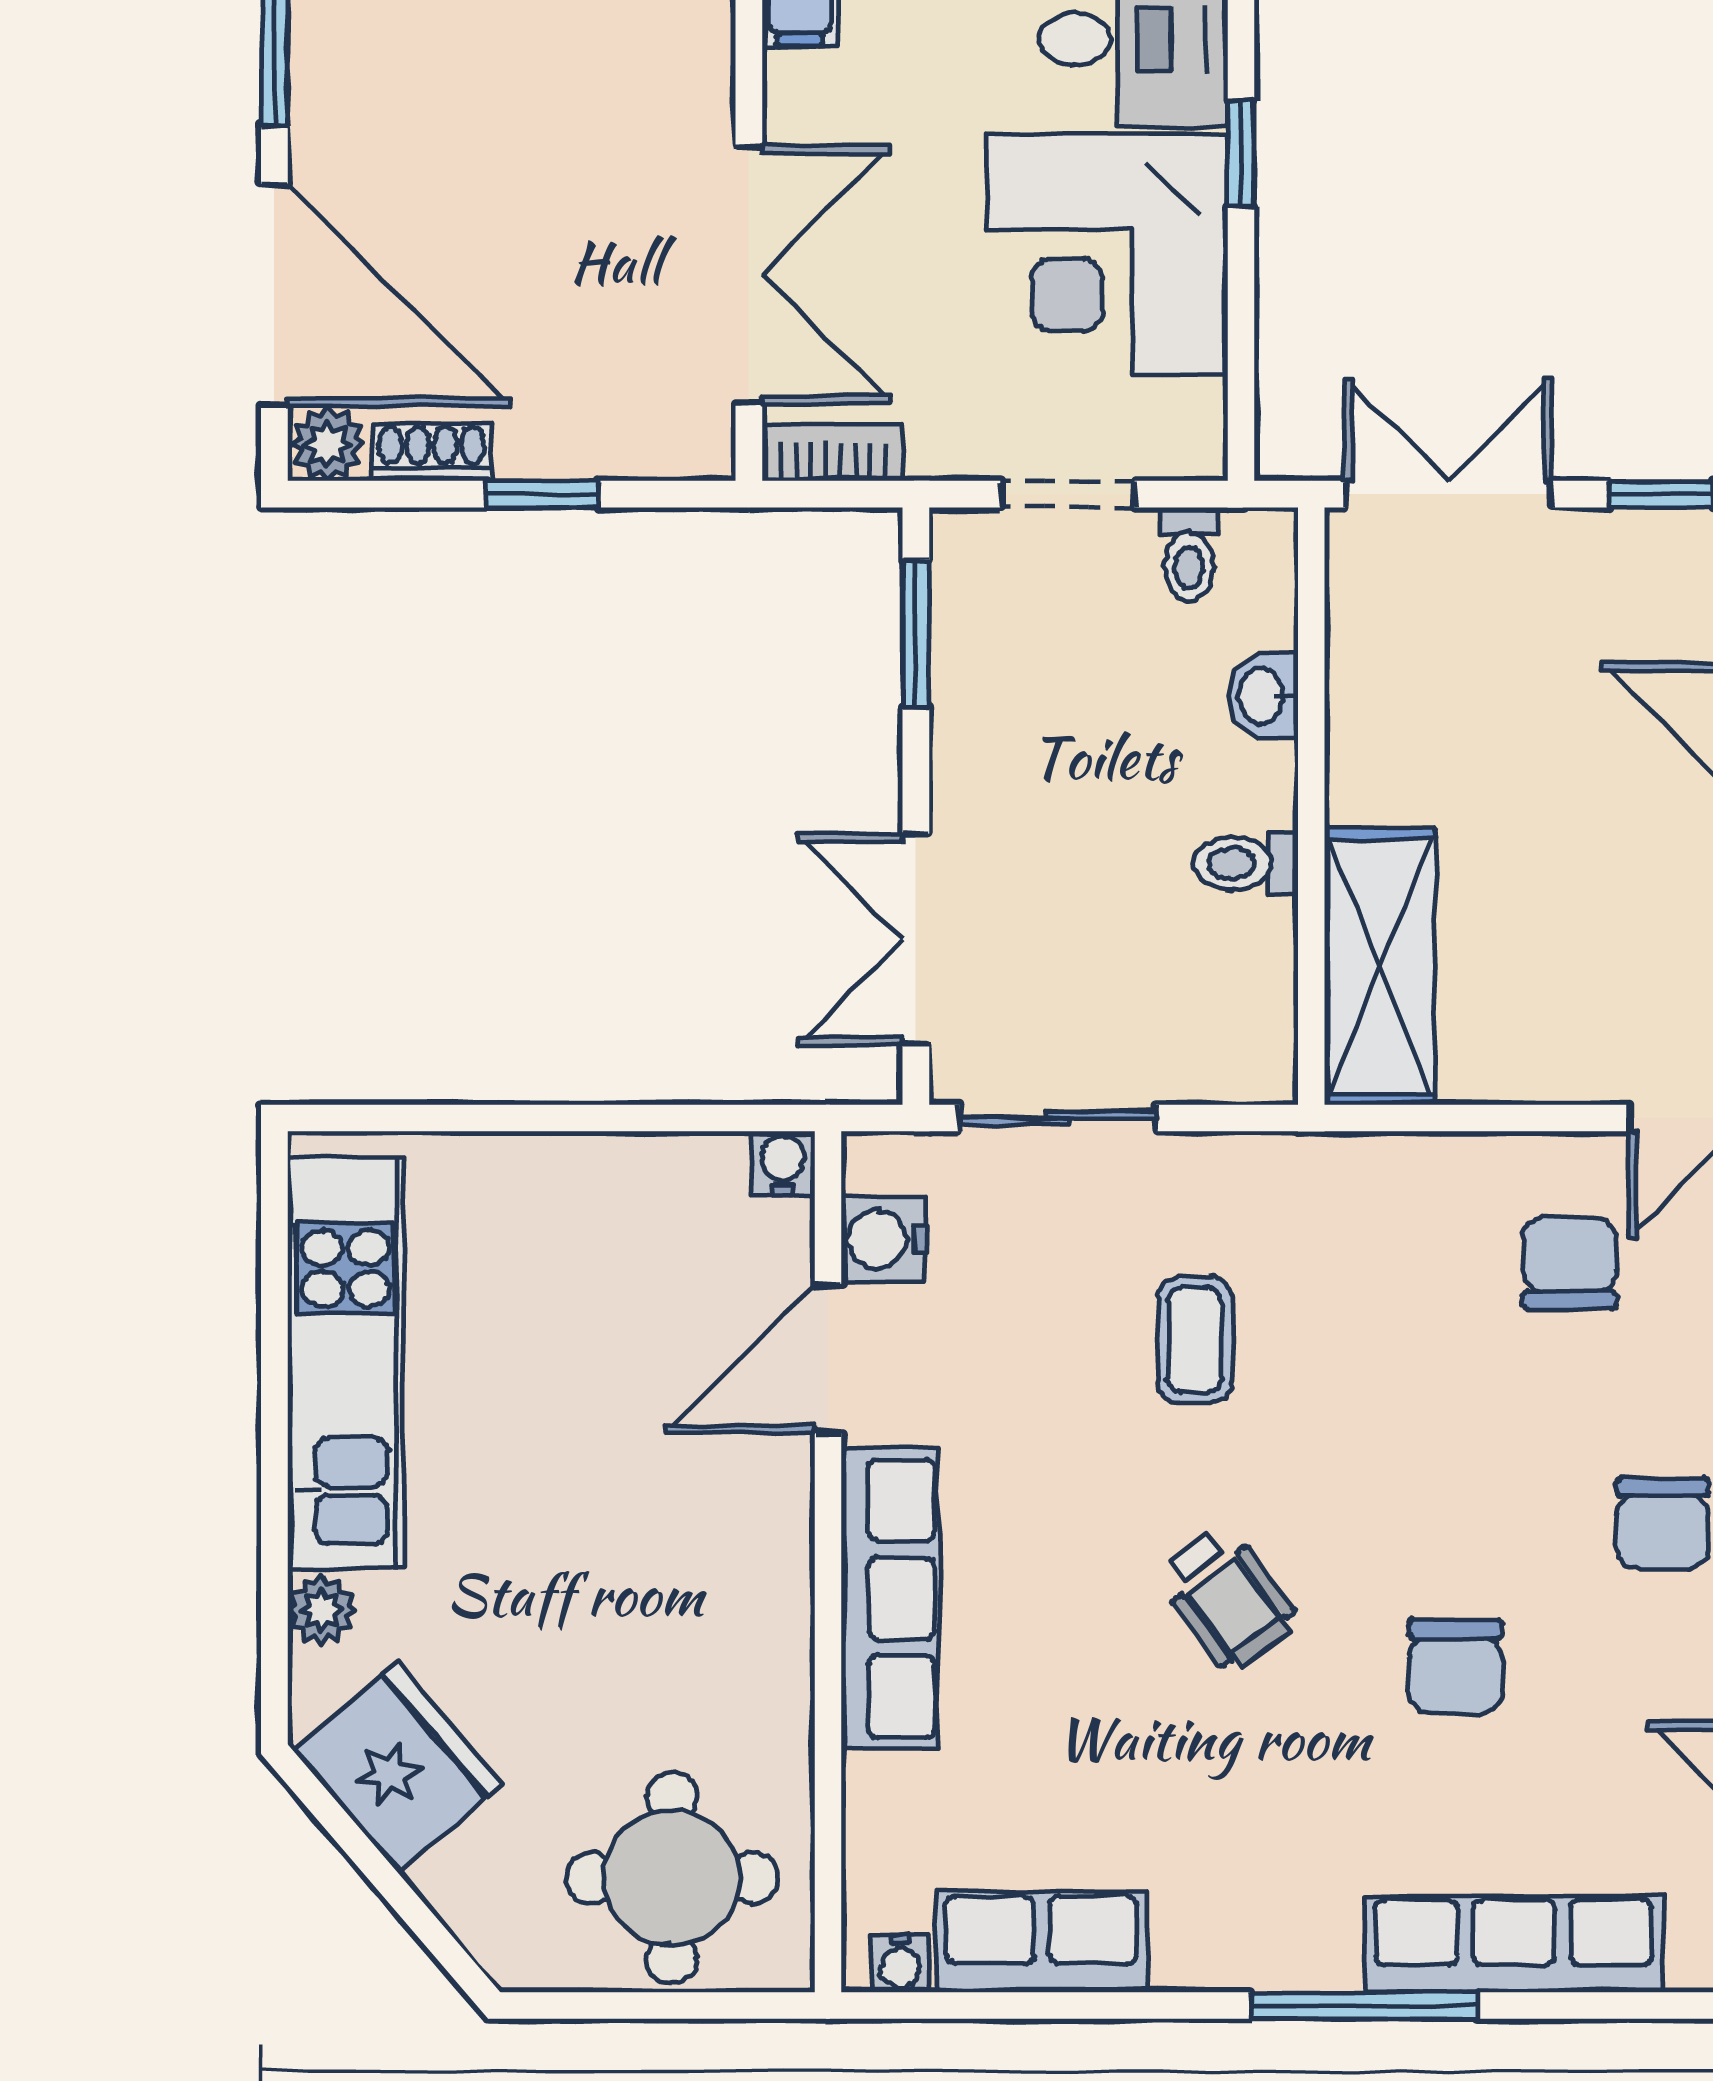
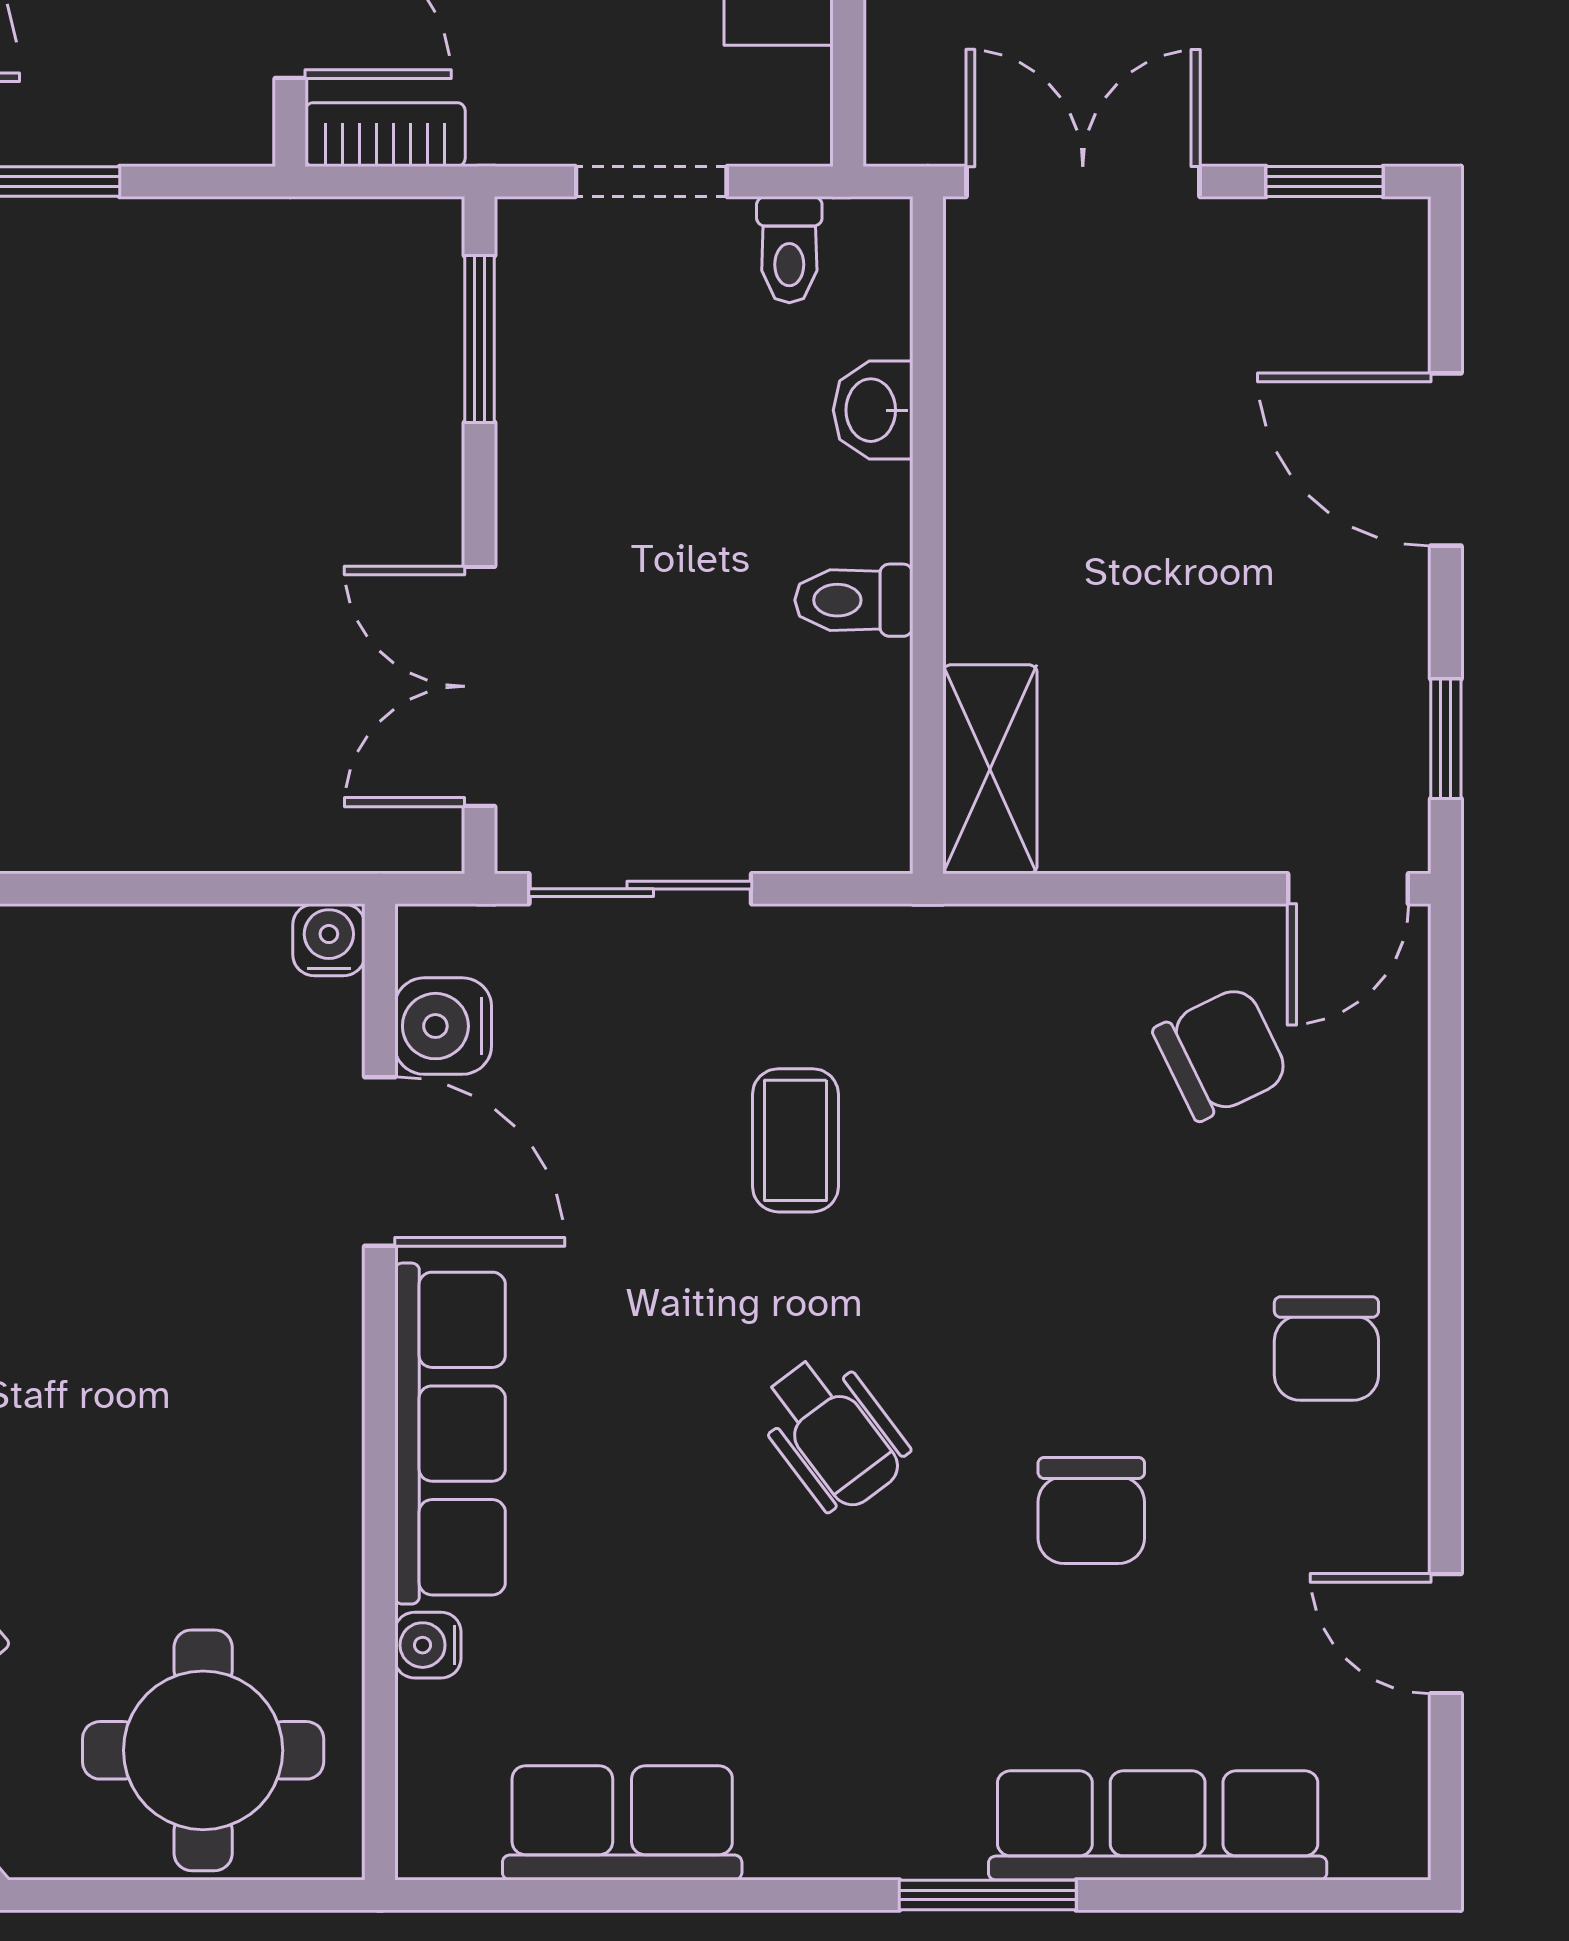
shelving: (1380, 966) -> (990, 769), width x0.67, depth x0.75
chair: (1570, 1263) -> (1221, 1053), turned 64
door: (828, 1359) -> (380, 1162), swing flipped
water cooler: (900, 1963) -> (428, 1645), moved, turned 90
window: (1364, 2005) -> (988, 1895), width x0.69

